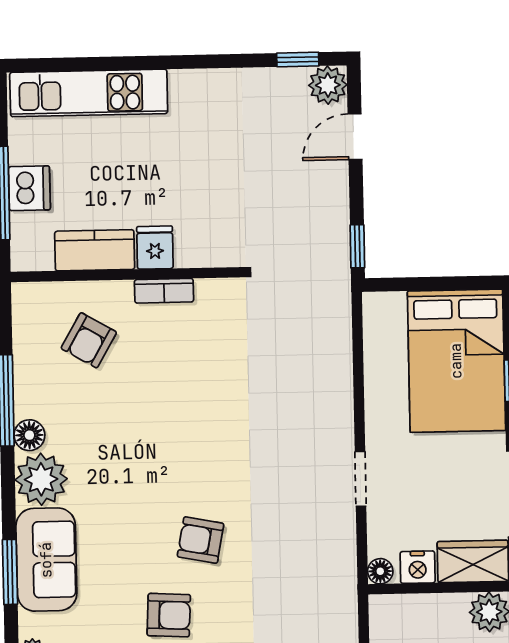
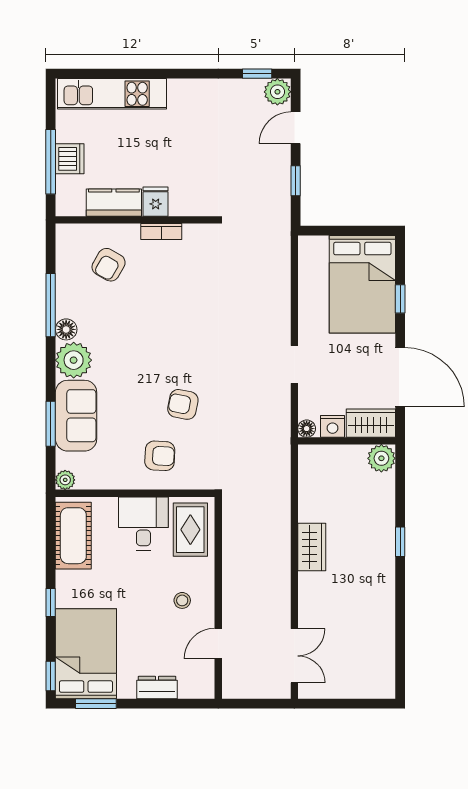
window: (357, 246) -> (296, 181), moved

